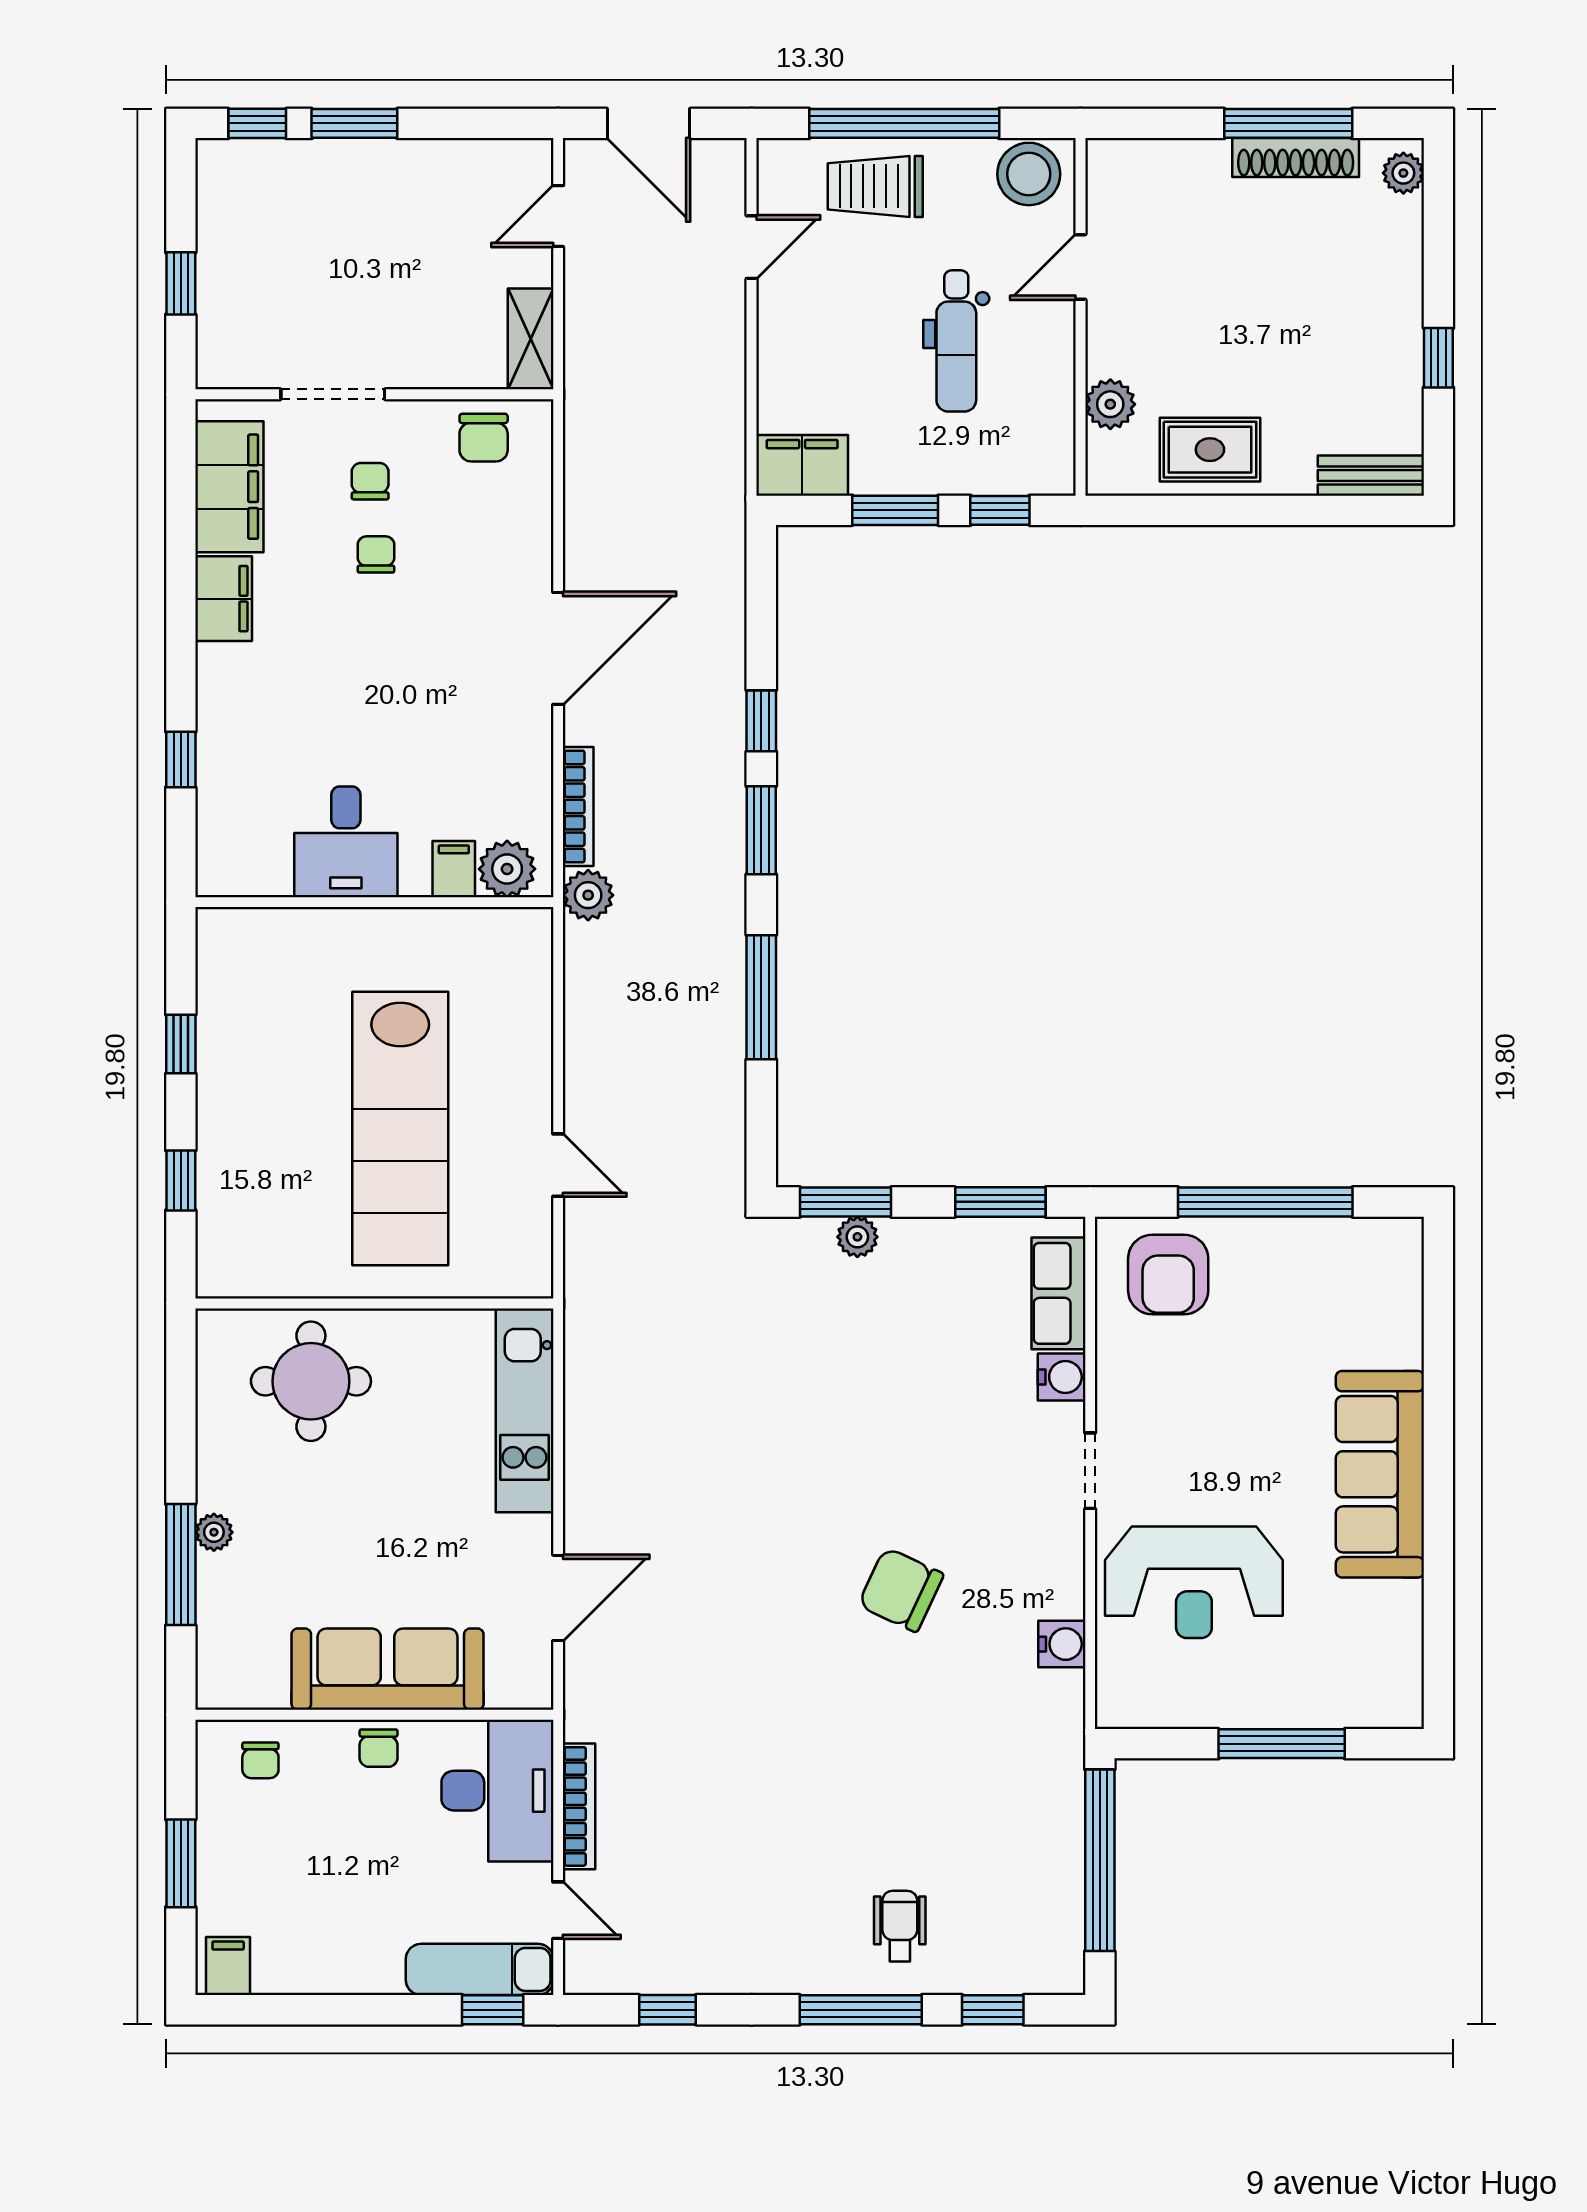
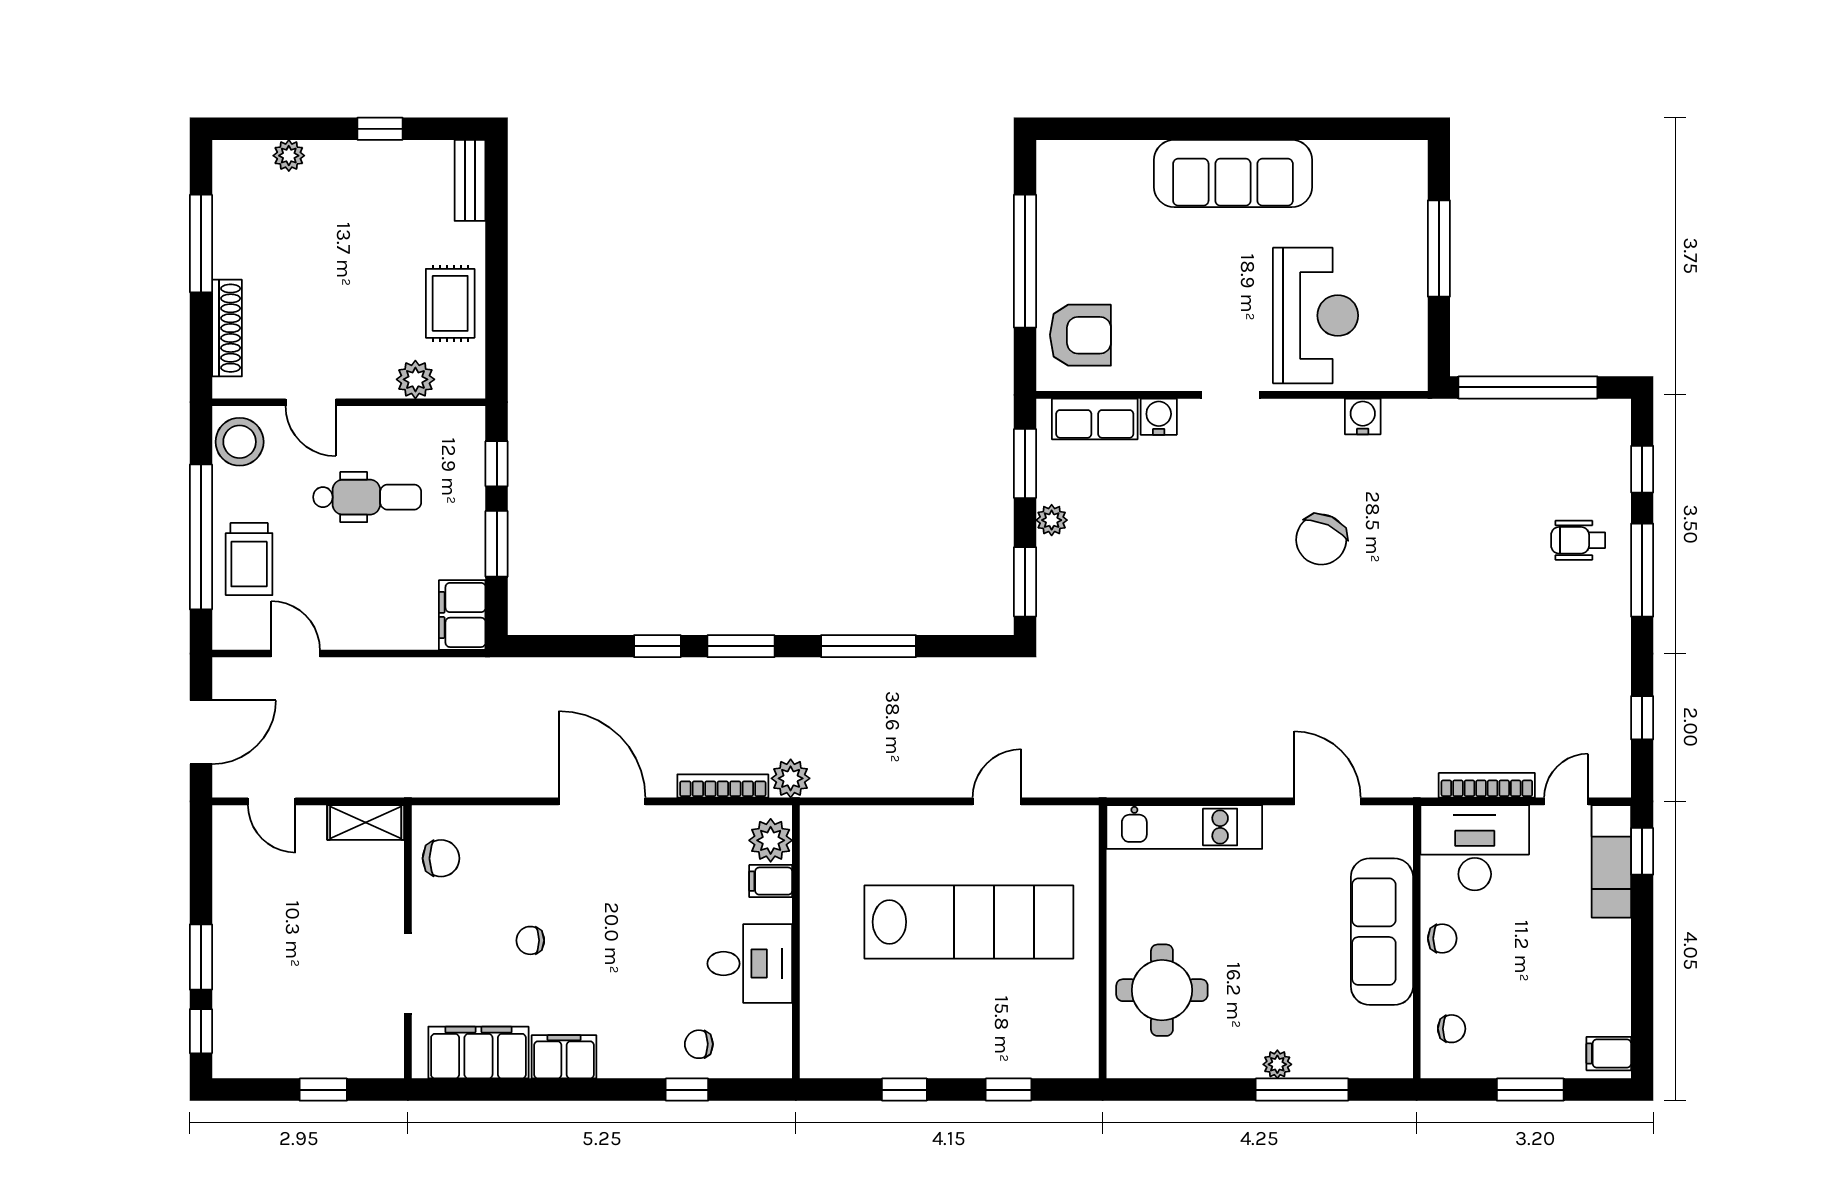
shoe rack: (1296, 157) -> (227, 328), moved
plant: (1403, 173) -> (289, 156), moved
chair: (370, 481) -> (699, 1044), moved
plant: (857, 1237) -> (1052, 520), moved

